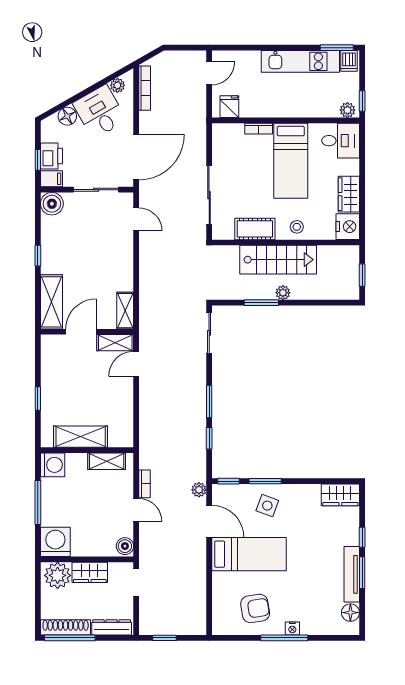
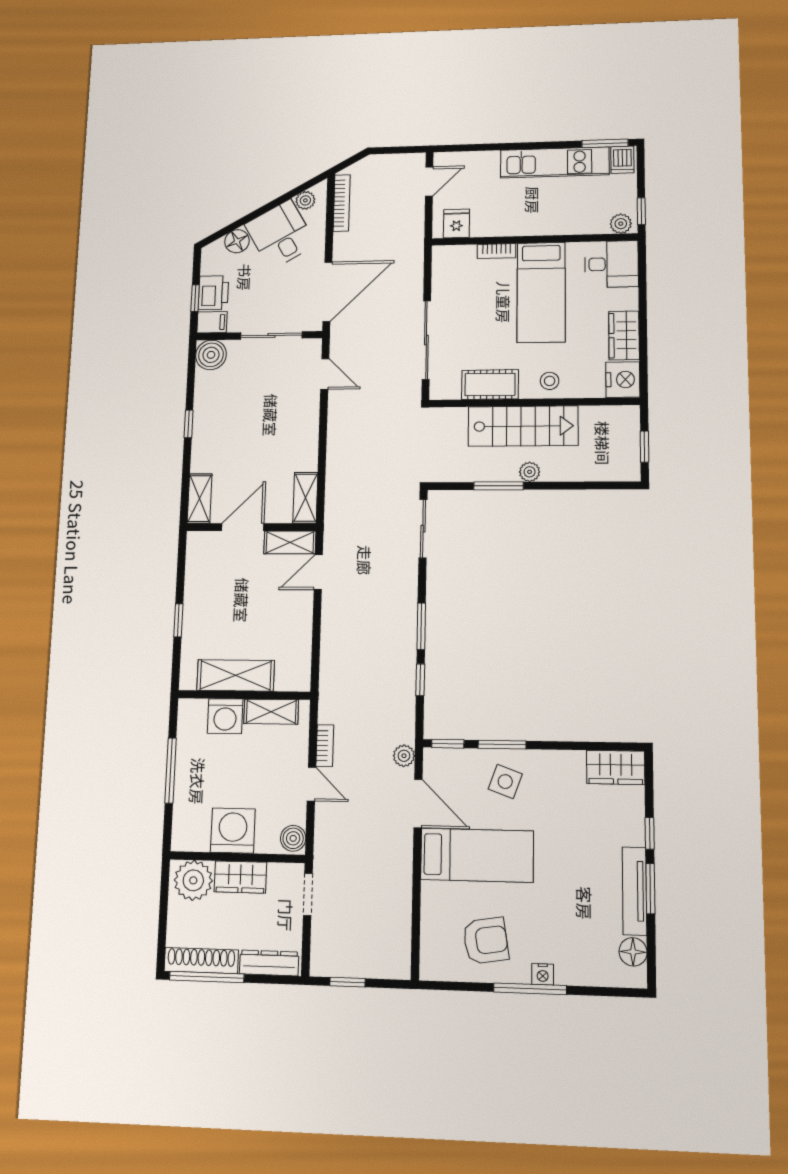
shelving: (51, 302) -> (200, 499), width x0.67, depth x0.75
washing machine: (53, 465) -> (225, 716), moved, turned 90
washing machine: (55, 542) -> (233, 831), moved

